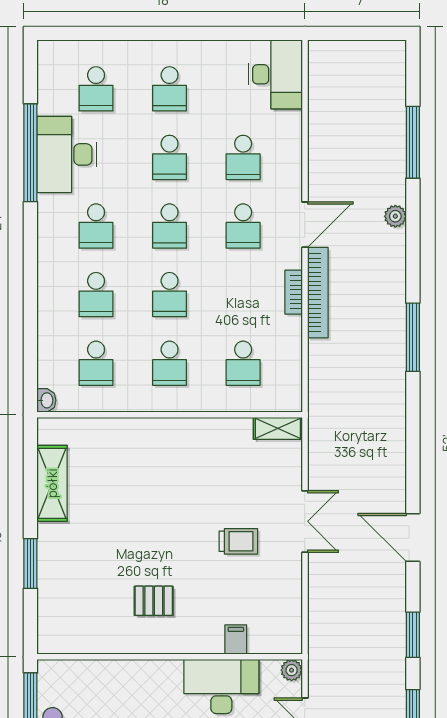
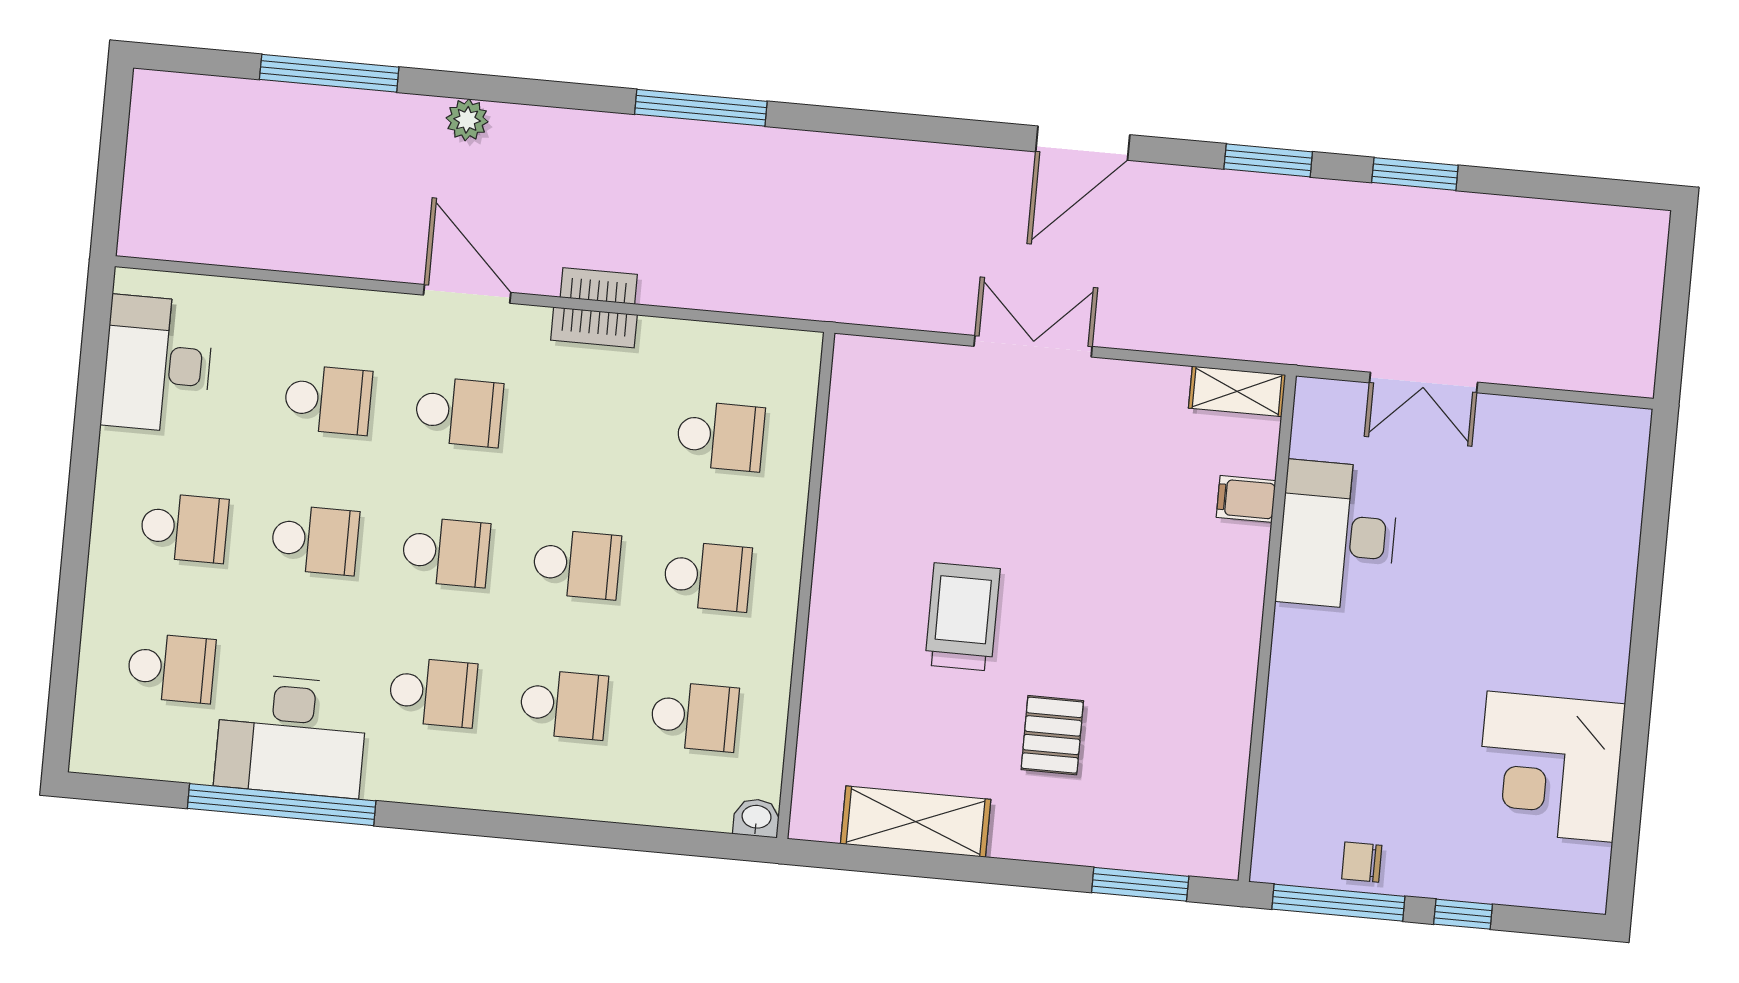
desk: (275, 74) -> (157, 364), moved, turned -90
bookcase: (318, 293) -> (599, 286), width x0.43, depth x0.76
shelving: (278, 428) -> (1237, 391), moved, turned 90
trolley: (238, 541) -> (963, 617), moved, width x1.36, depth x1.39
window: (30, 563) -> (1140, 884), moved
pallet: (154, 601) -> (1052, 735), moved
plant: (292, 670) -> (1314, 398), removed

